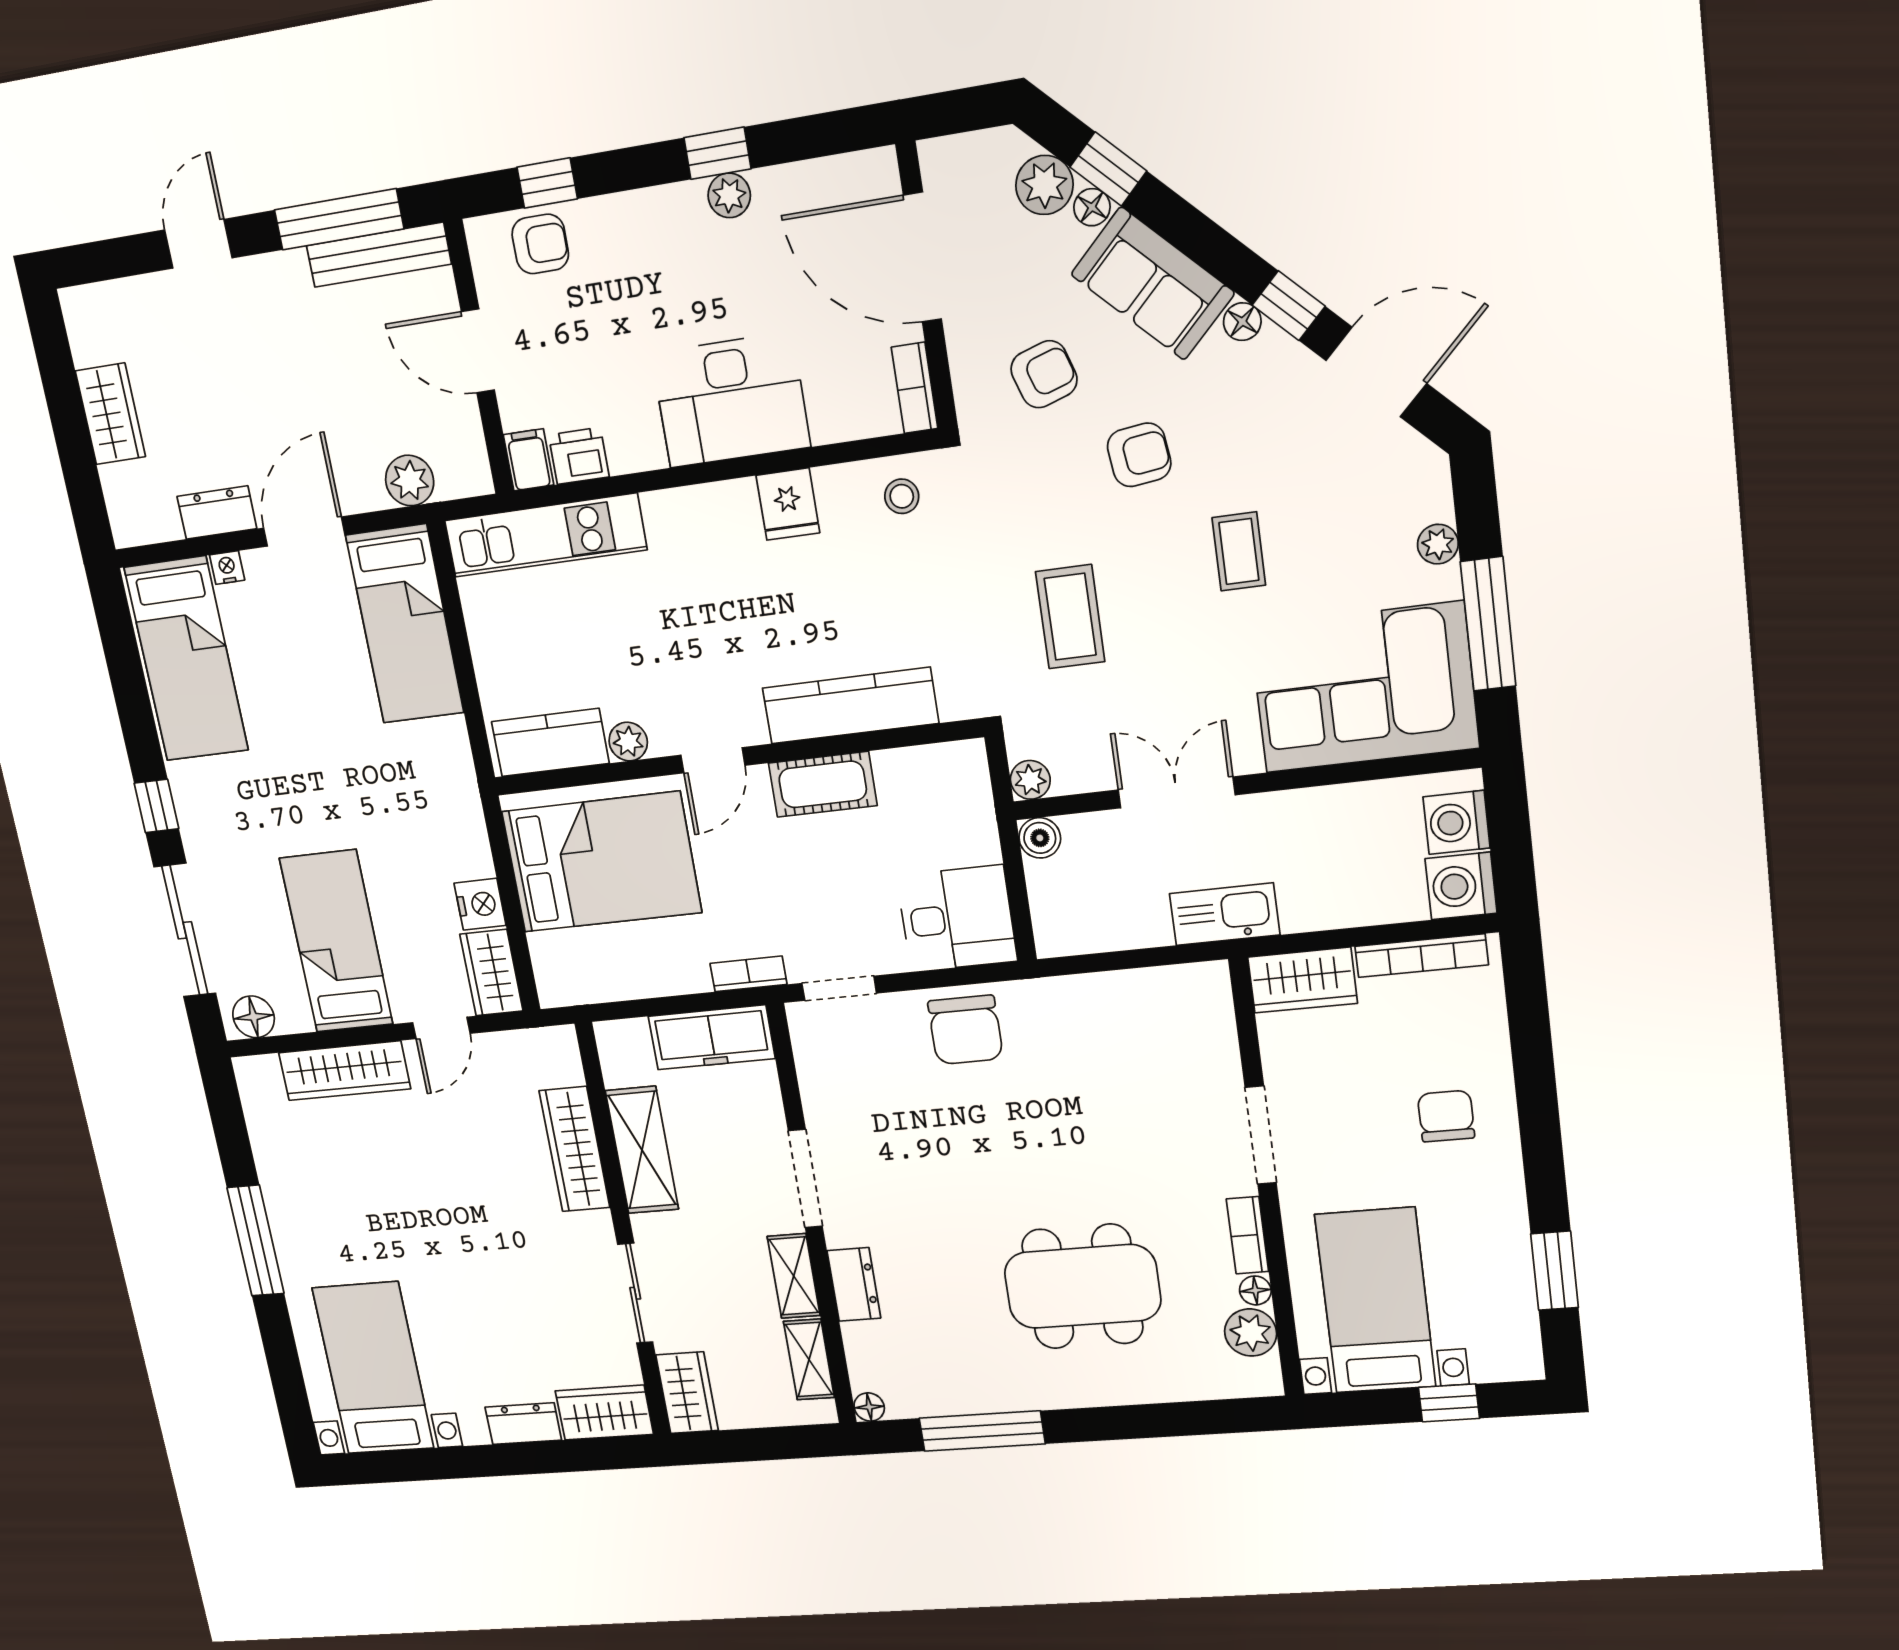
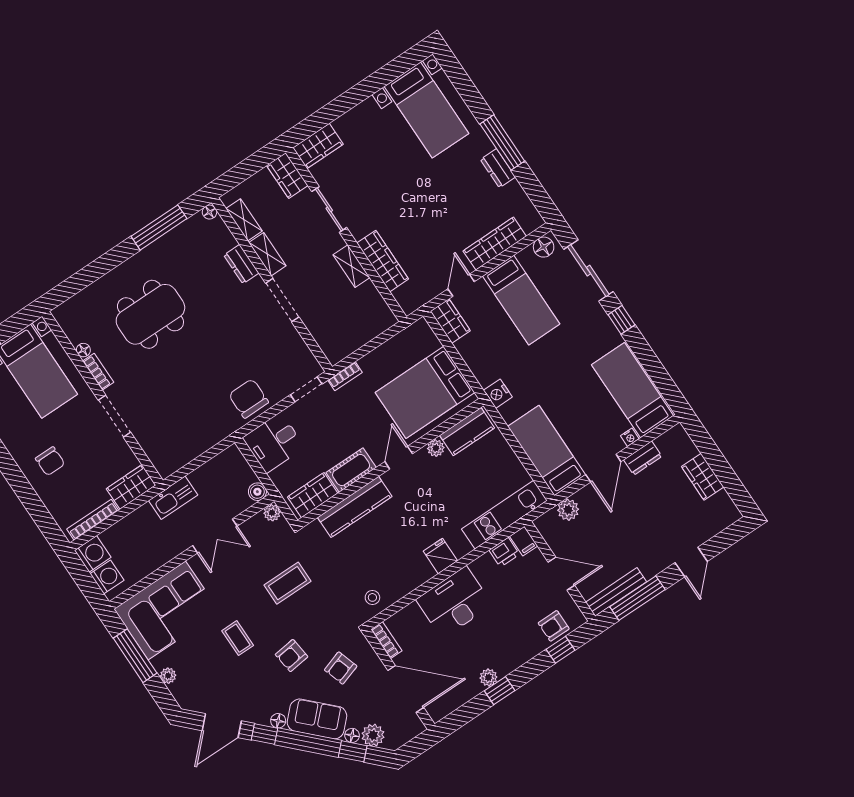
fridge: (788, 504) -> (440, 556), moved
coffee table: (1070, 617) -> (288, 583), turned 90
wardrobe: (927, 773) -> (313, 495), added
nightstand: (480, 904) -> (498, 394), moved
freezer: (712, 1037) -> (348, 341), removed
shelving: (642, 1150) -> (351, 266), width x0.67, depth x0.75
plant: (1251, 1332) -> (76, 331), removed
dresser: (523, 1424) -> (498, 168), moved, turned 90

